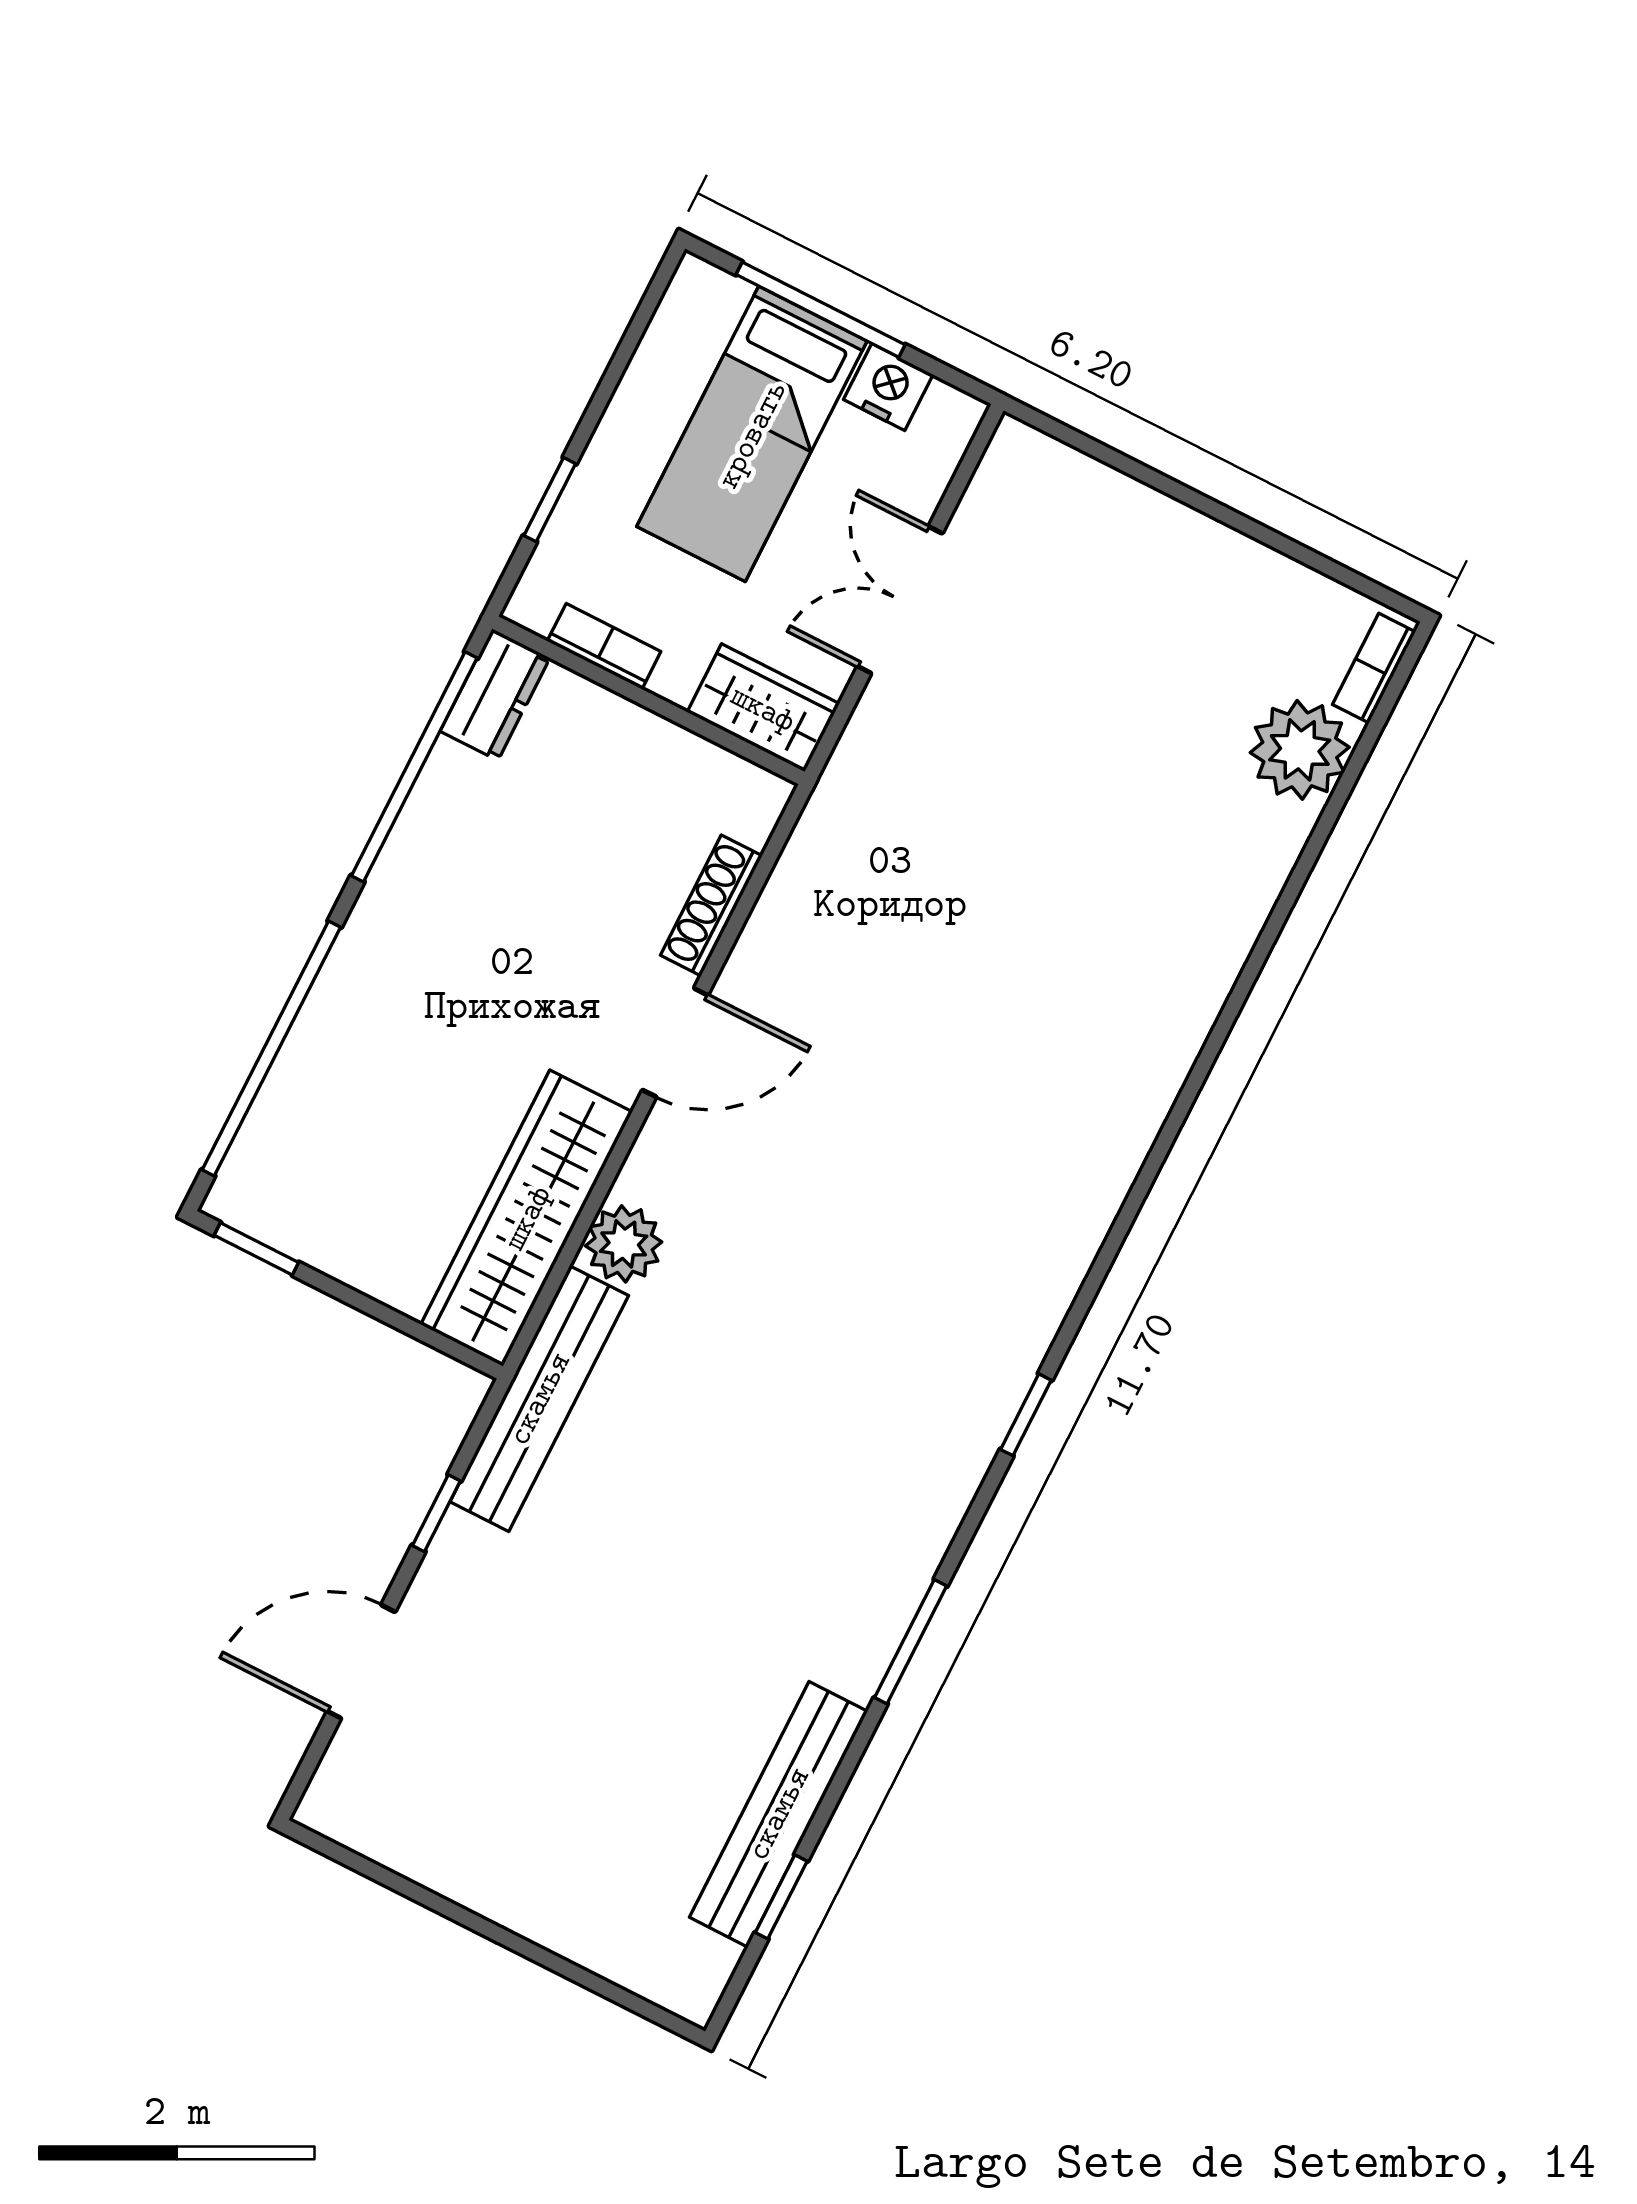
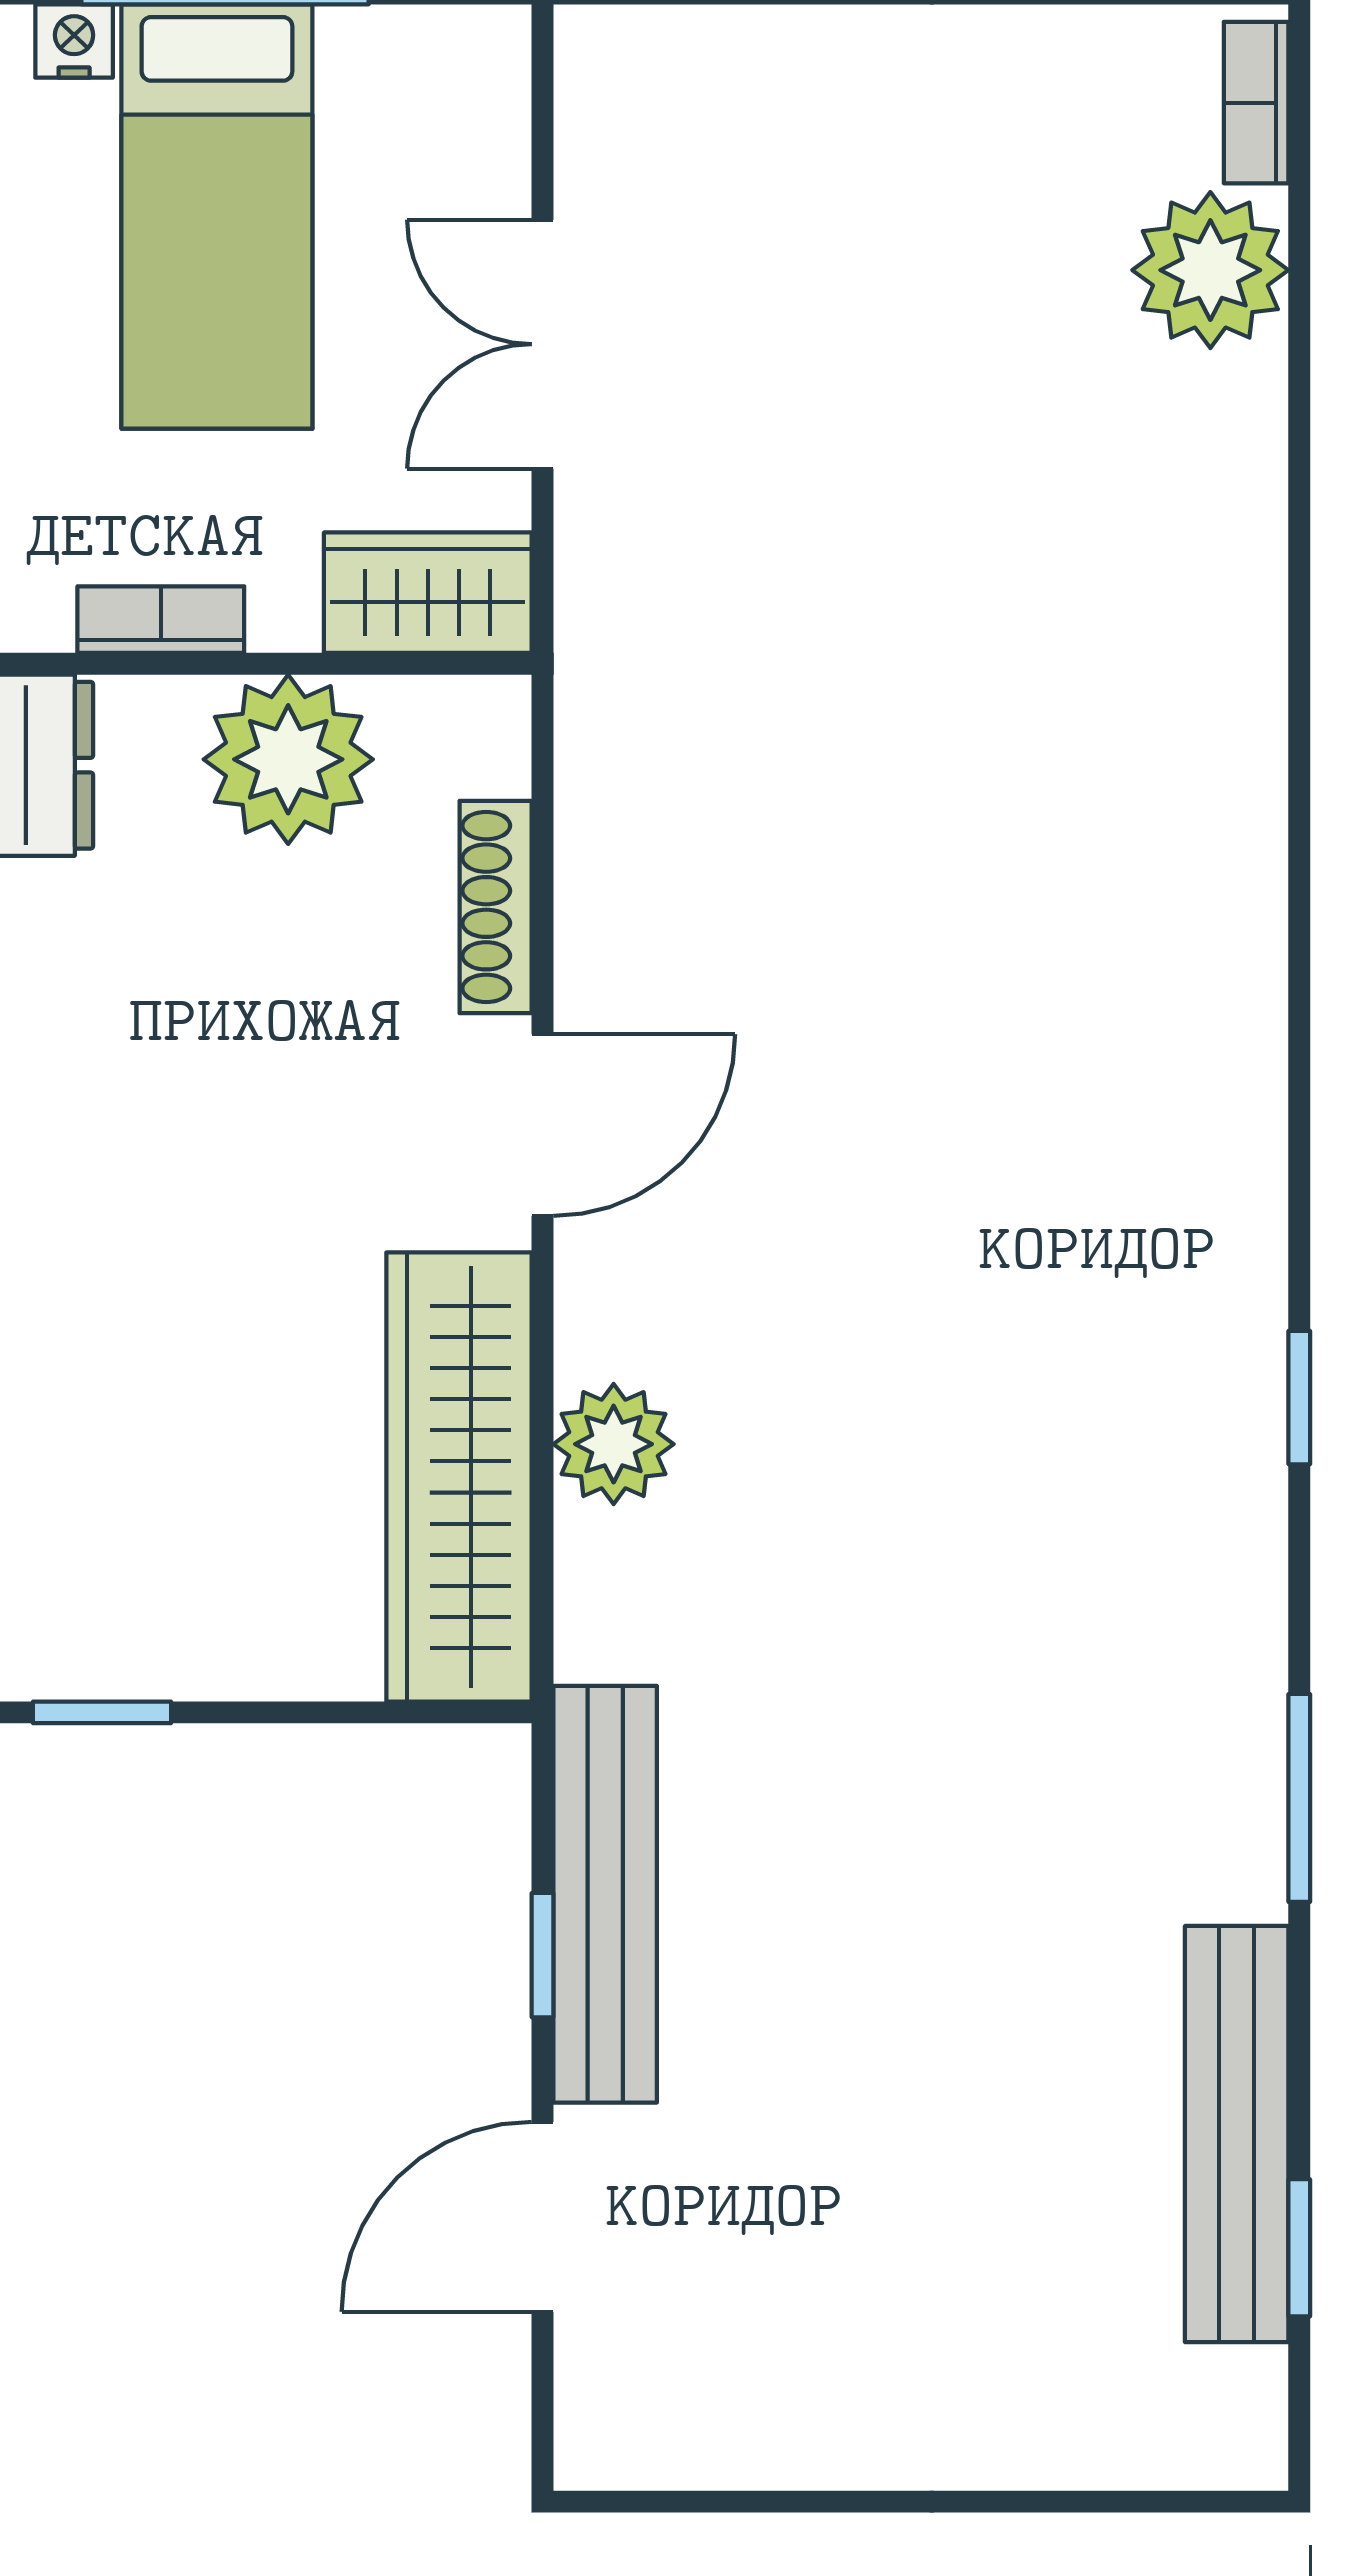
nightstand: (888, 387) -> (74, 41), moved, width x0.72, depth x0.74
plant: (636, 762) -> (288, 759), added
bench: (539, 1399) -> (605, 1894), moved

